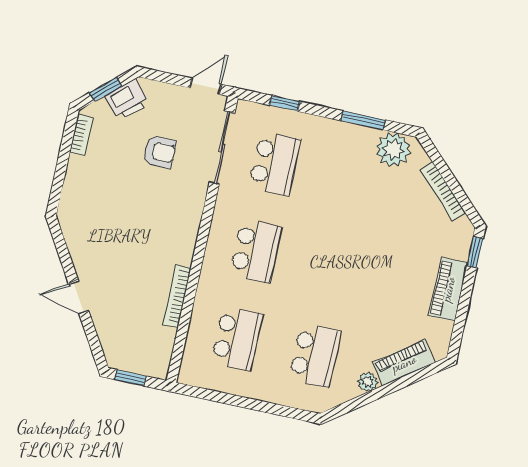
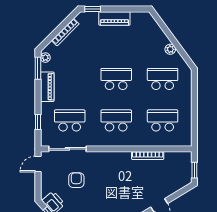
door: (206, 86) -> (38, 164), hinge flipped
window: (363, 120) -> (38, 68), moved
plant: (393, 150) -> (45, 58), width x0.53, depth x0.53
school desk: (334, 268) -> (116, 79), added
piano: (404, 363) -> (47, 87), moved, turned -144

